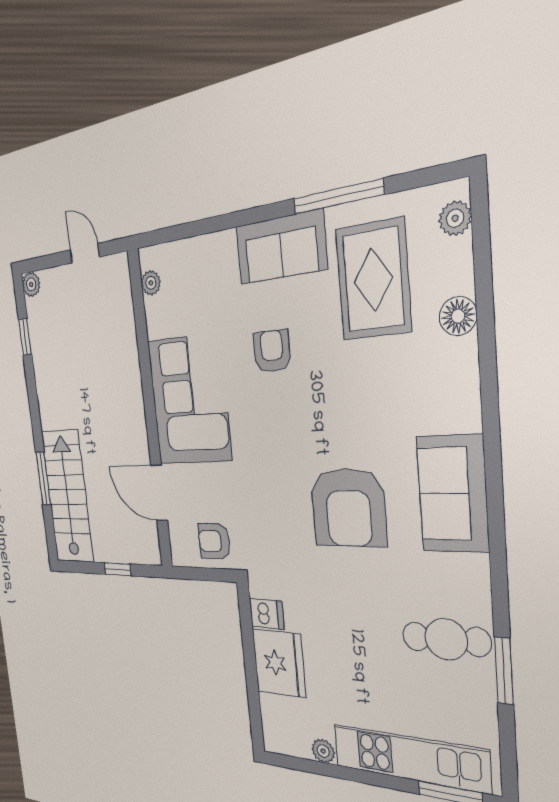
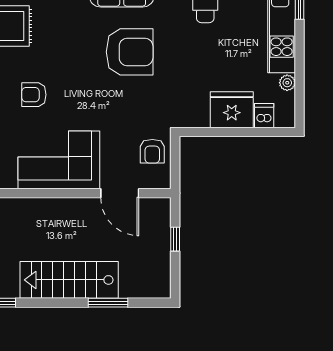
door: (159, 493) -> (120, 193), hinge flipped
stairs: (67, 497) -> (69, 280), moved
dishwasher: (267, 614) -> (264, 116), moved

